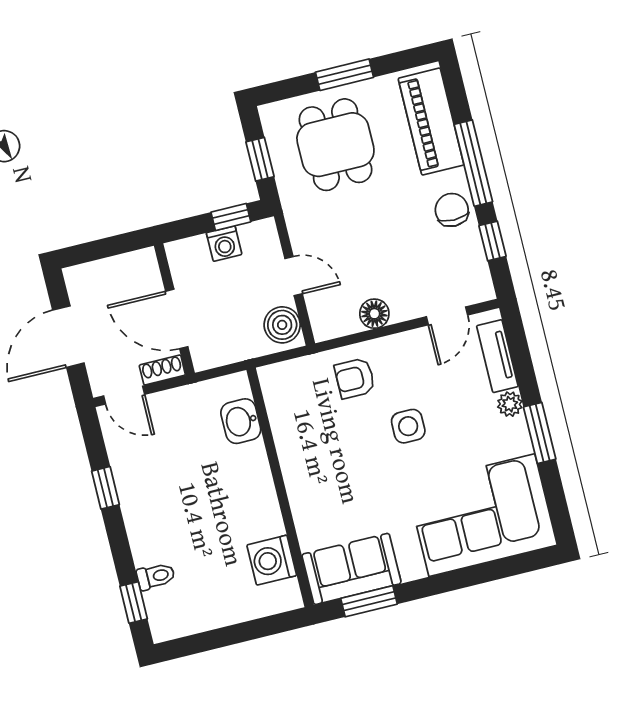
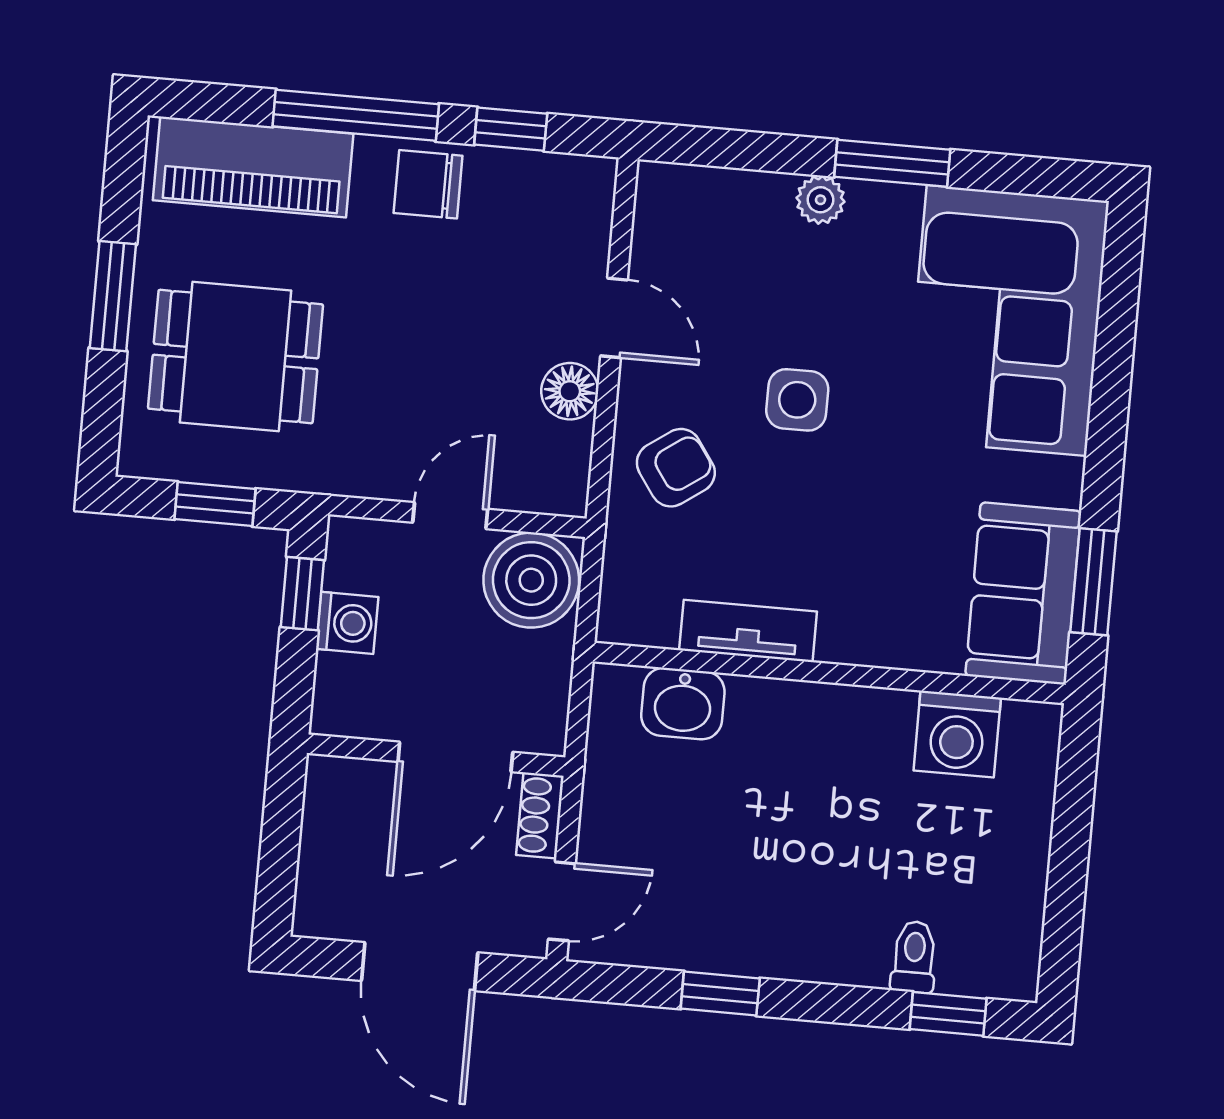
door: (447, 316) -> (614, 318), moved
boiler: (282, 325) -> (531, 580), width x1.37, depth x1.37
tv unit: (497, 356) -> (748, 631), moved, turned 180
armchair: (355, 378) -> (676, 468), turned -125

